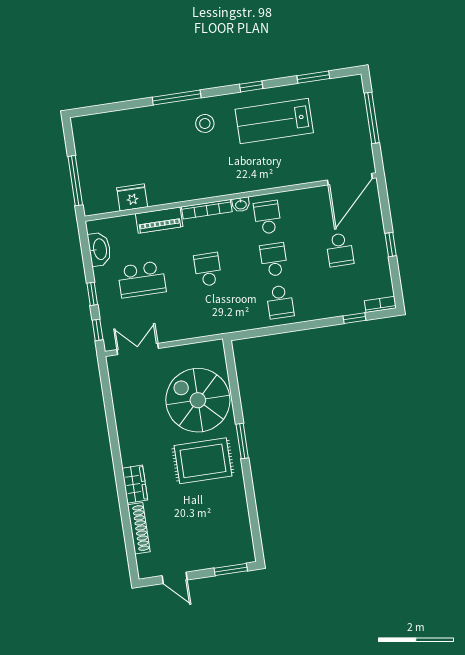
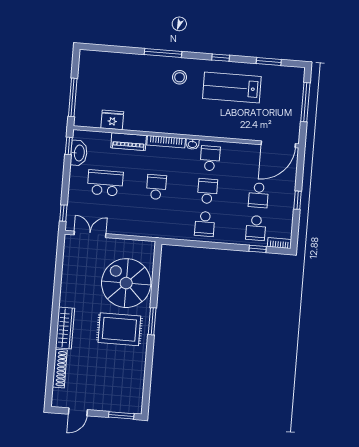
school desk: (142, 279) -> (105, 183), turned 180
school desk: (346, 292) -> (256, 228), added
window: (92, 294) -> (69, 146), moved
wardrobe: (135, 484) -> (65, 328), width x1.50
door: (175, 578) -> (78, 412), hinge flipped

